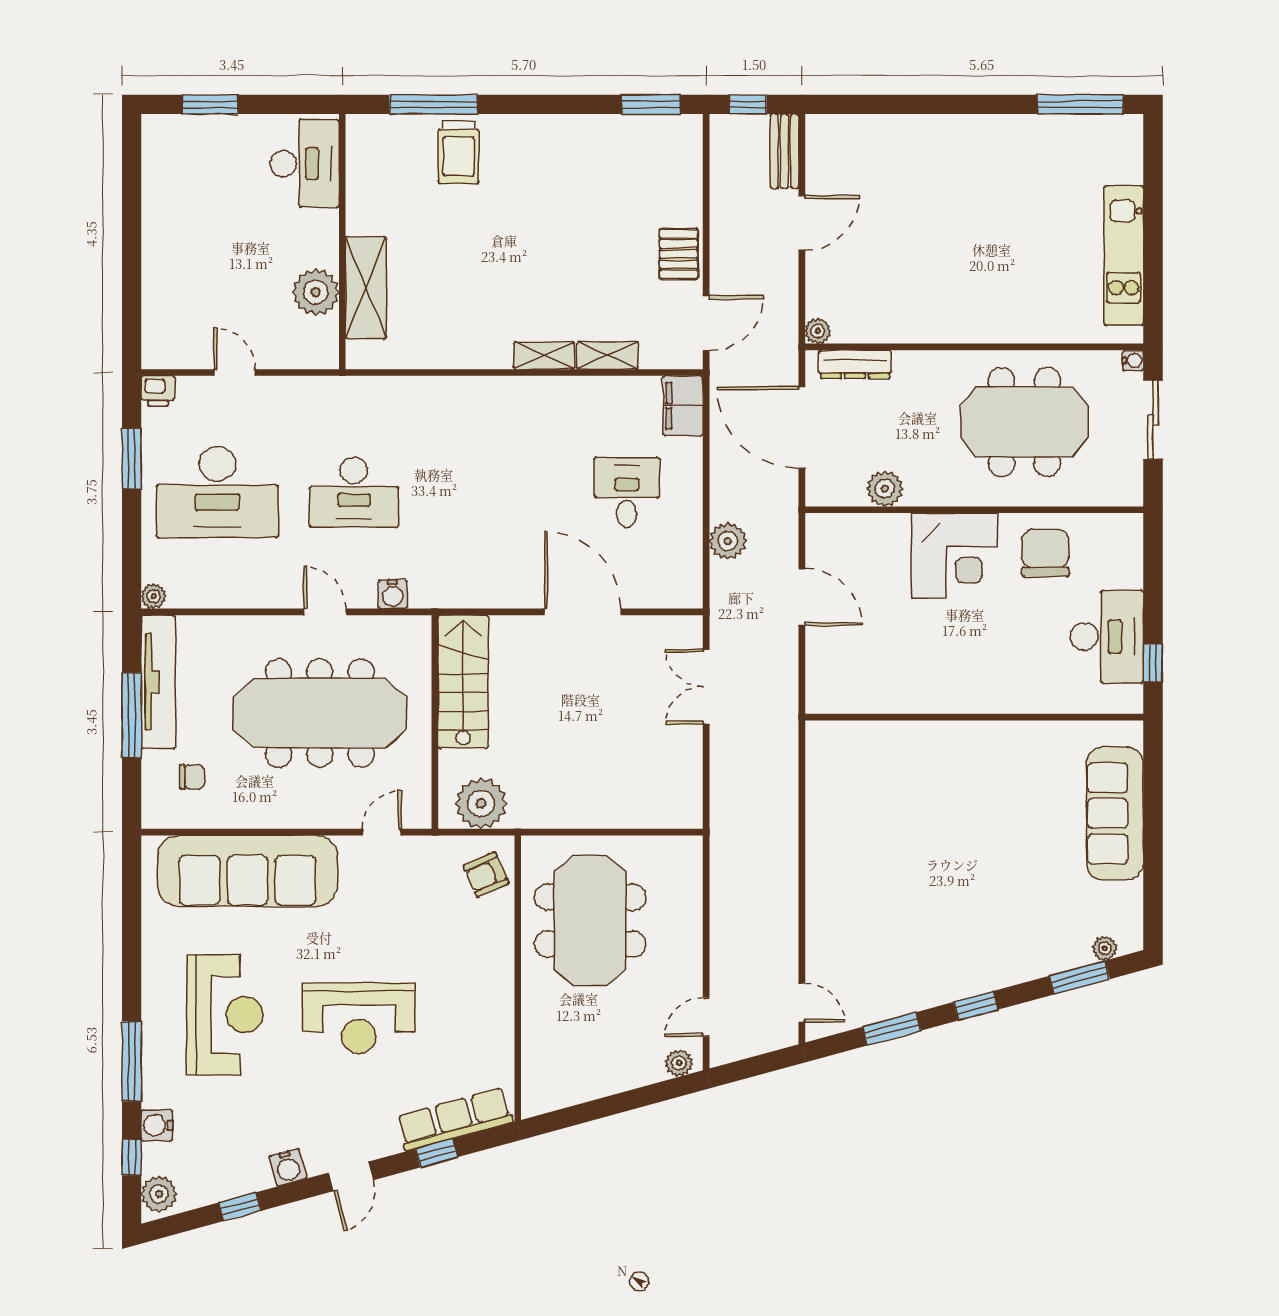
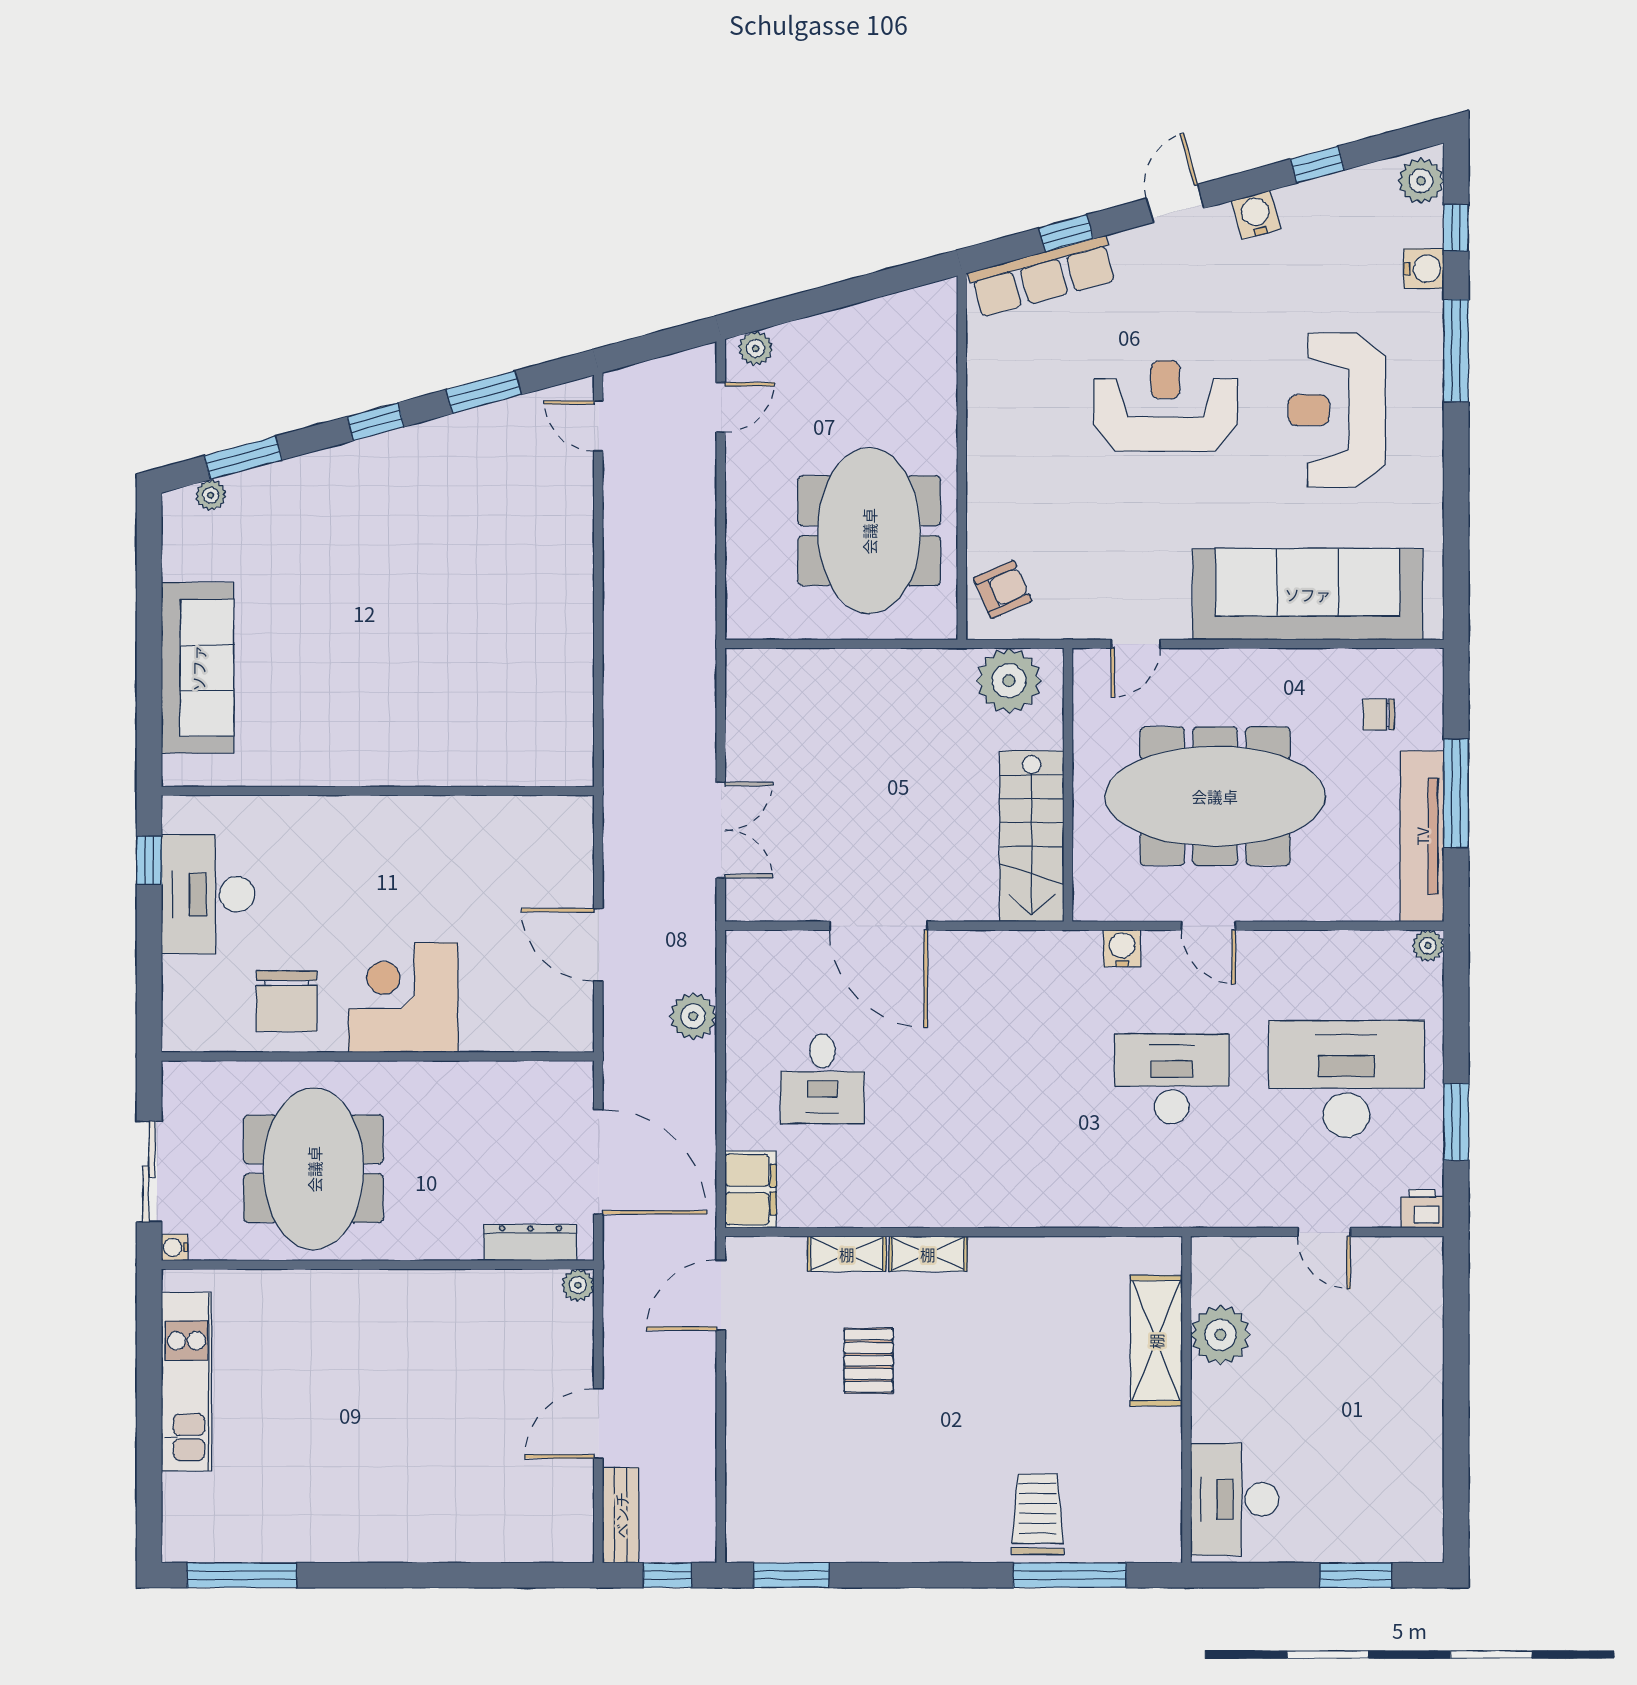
pallet: (679, 254) -> (868, 1361), moved
meeting table: (1024, 422) -> (314, 1169), turned 90
plant: (885, 489) -> (492, 1083), removed

